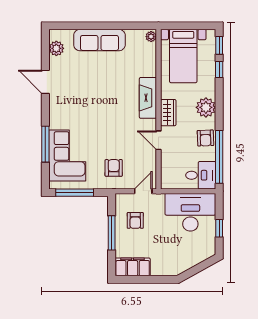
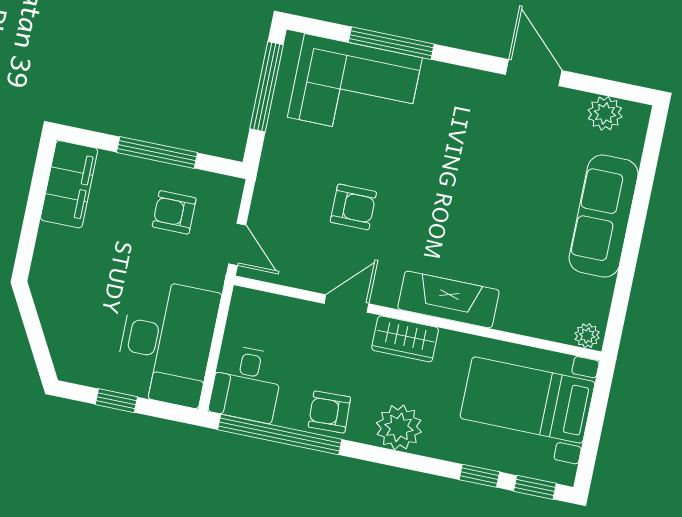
door: (45, 82) -> (534, 73), hinge flipped
armchair: (114, 168) -> (353, 207), moved

